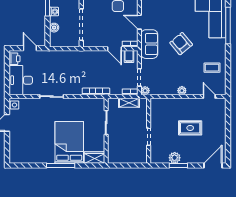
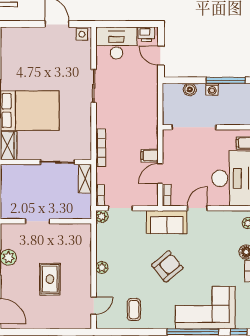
door: (30, 48) -> (161, 56), swing flipped
filing cabinet: (129, 56) -> (149, 155), moved
shelving: (129, 103) -> (85, 179), moved

